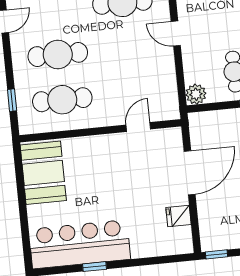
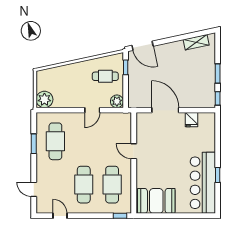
door: (176, 33) -> (92, 110), moved
window: (12, 100) -> (120, 216), moved
door: (138, 127) -> (134, 151), moved

